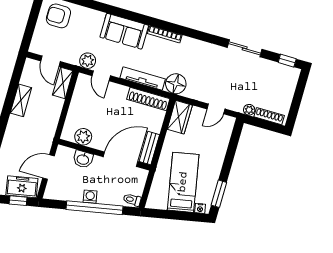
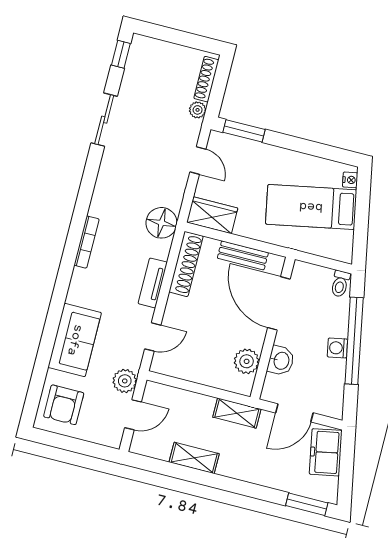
sofa: (124, 31) -> (75, 340), moved
plant: (88, 61) -> (125, 381), moved
tv unit: (143, 79) -> (153, 283), width x0.71
shelving: (63, 83) -> (237, 413), moved
bench: (149, 148) -> (243, 255), moved
door: (48, 167) -> (294, 413), hinge flipped
window: (219, 194) -> (244, 131), moved
window: (18, 201) -> (347, 457), removed

